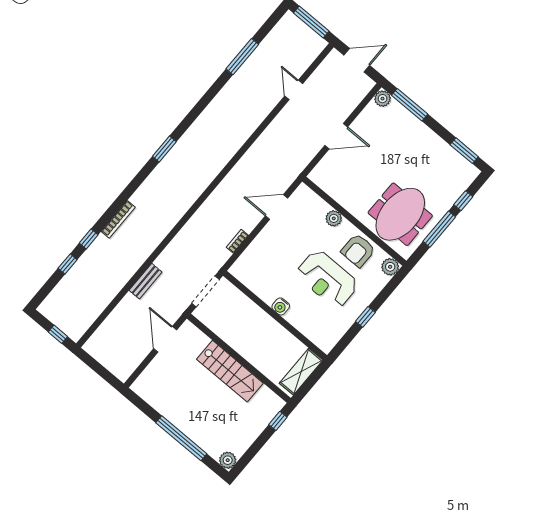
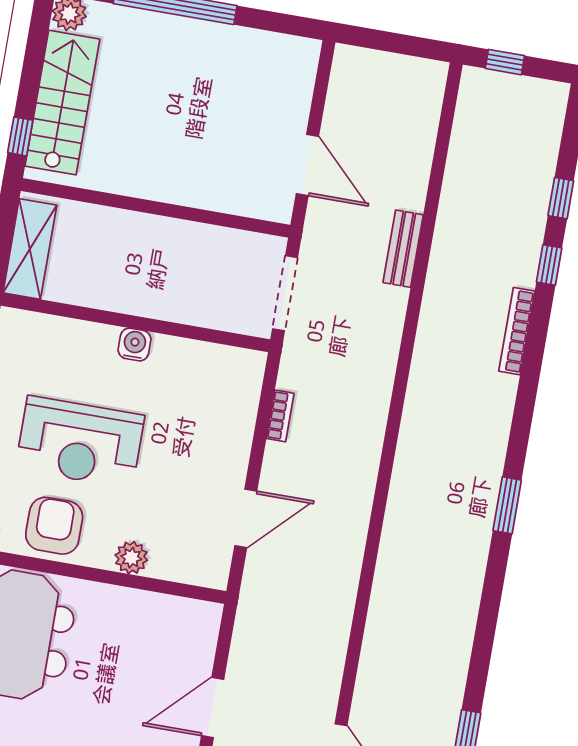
reception desk: (327, 279) -> (80, 442), turned 180
stairs: (230, 371) -> (62, 103), moved, turned 90

